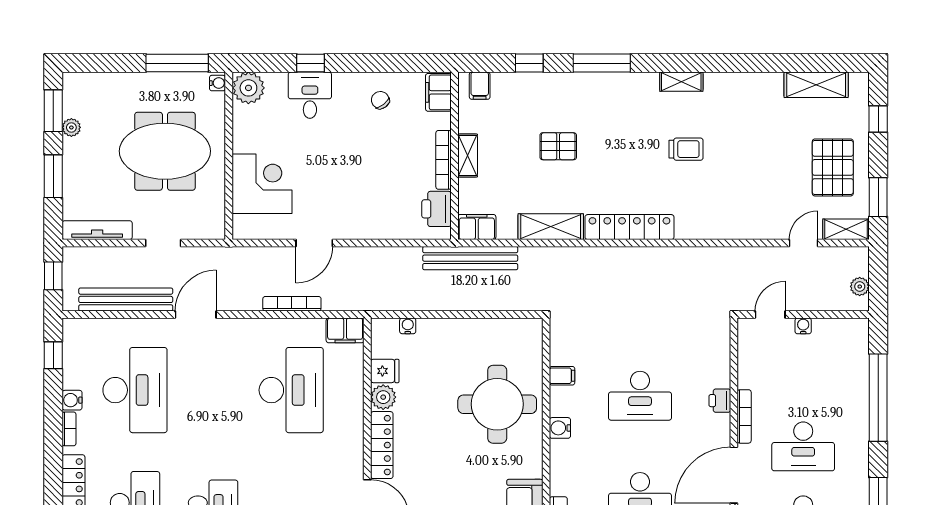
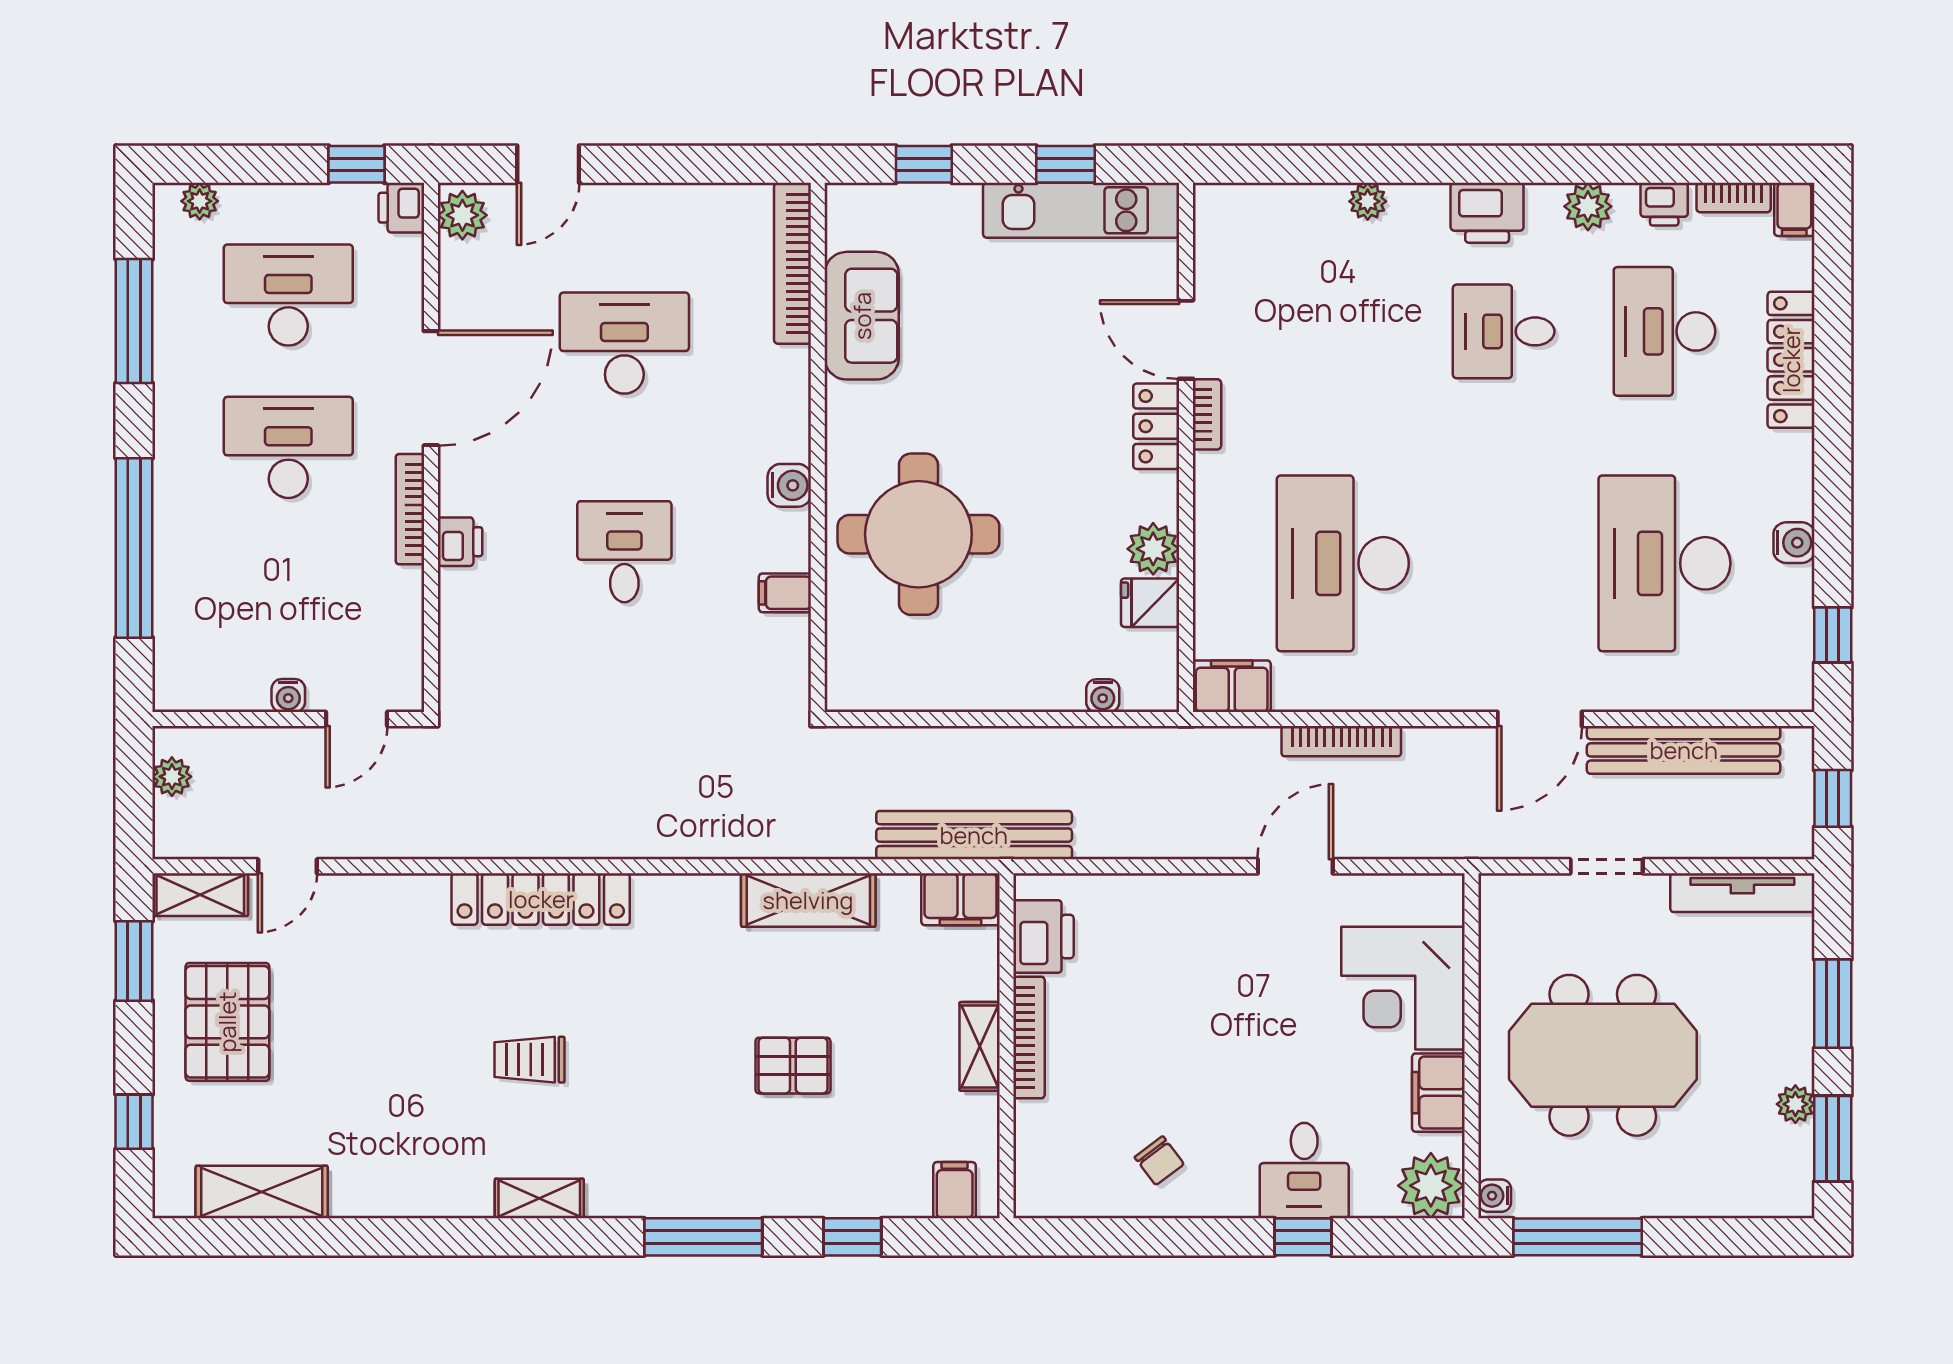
filing cabinet: (438, 92) -> (1438, 1093), moved, turned 180
locker: (629, 227) -> (541, 899), moved
desk: (640, 396) -> (624, 552), width x0.73
bookcase: (69, 429) -> (1207, 414), moved, turned 180
locker: (382, 445) -> (1156, 426), width x0.66

